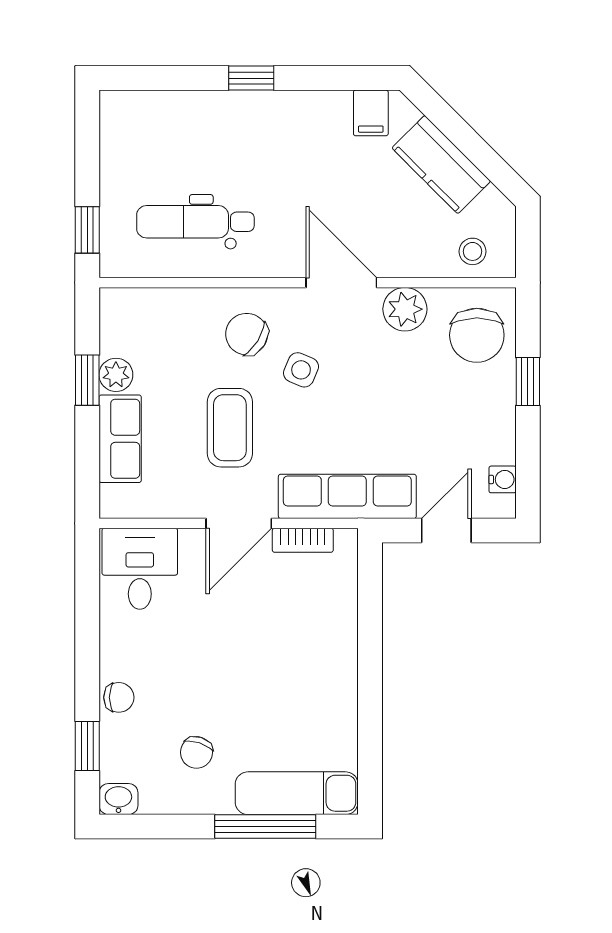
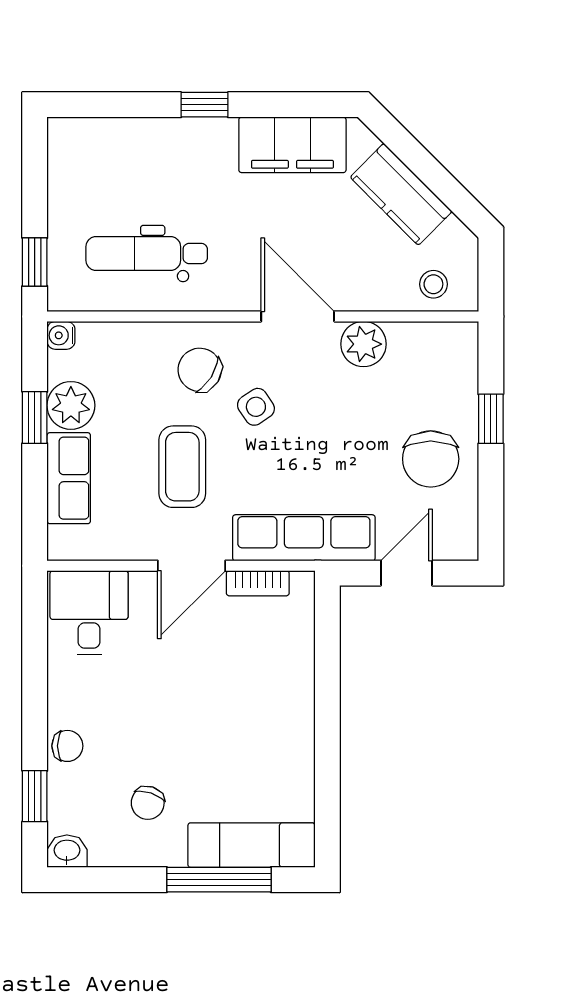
filing cabinet: (371, 113) -> (292, 145), width x3.00, depth x1.17
chair: (477, 335) -> (431, 459), moved
side table: (301, 370) -> (256, 407), turned 33
plant: (116, 375) -> (71, 405), width x1.38, depth x1.38
water cooler: (503, 479) -> (61, 335), moved, turned 180

